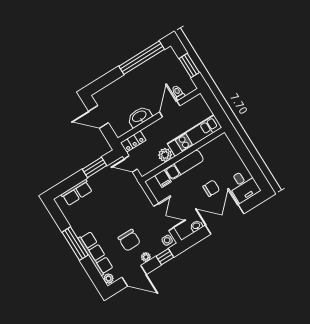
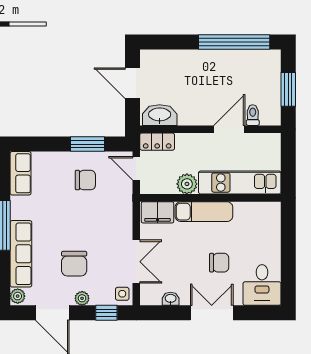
washbasin: (139, 117) -> (160, 115), moved
filing cabinet: (163, 179) -> (157, 212), width x2.00
chair: (106, 189) -> (85, 180), added
row of seats: (77, 193) -> (21, 173), moved, turned -90
double door: (225, 219) -> (212, 313), width x0.73

